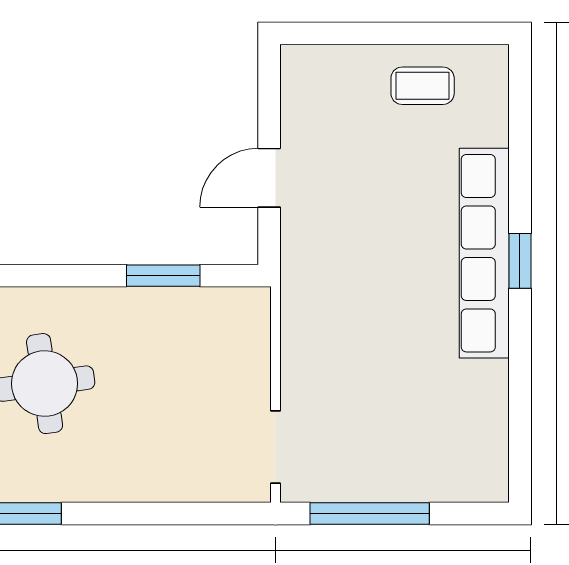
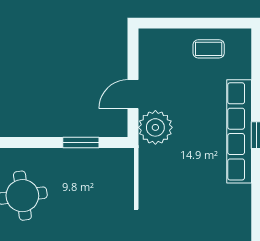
plant: (314, 245) -> (155, 127), added

